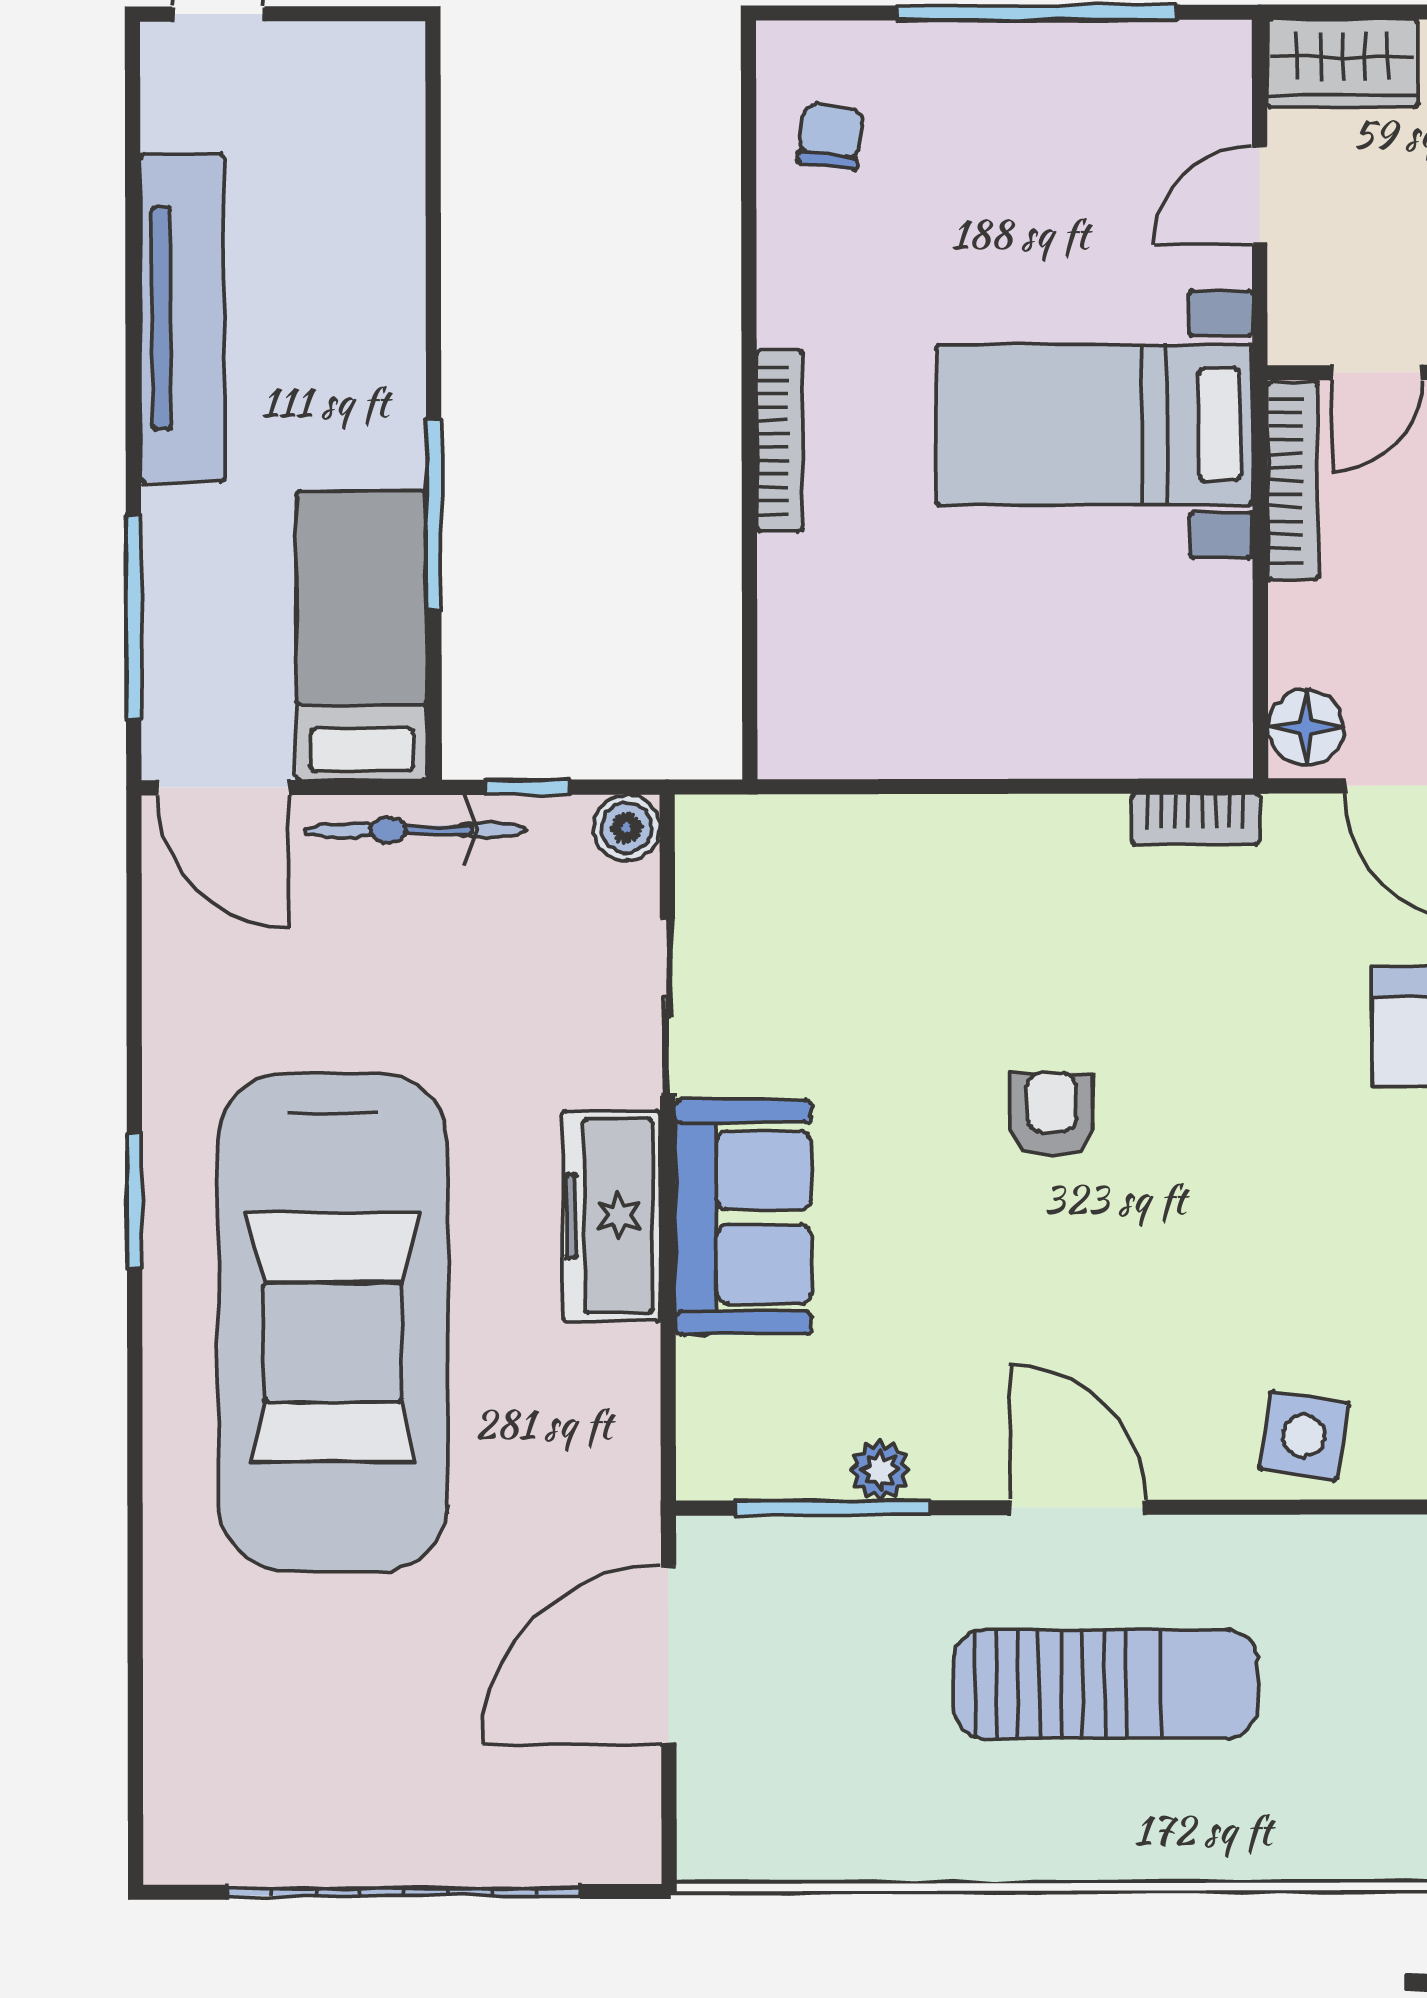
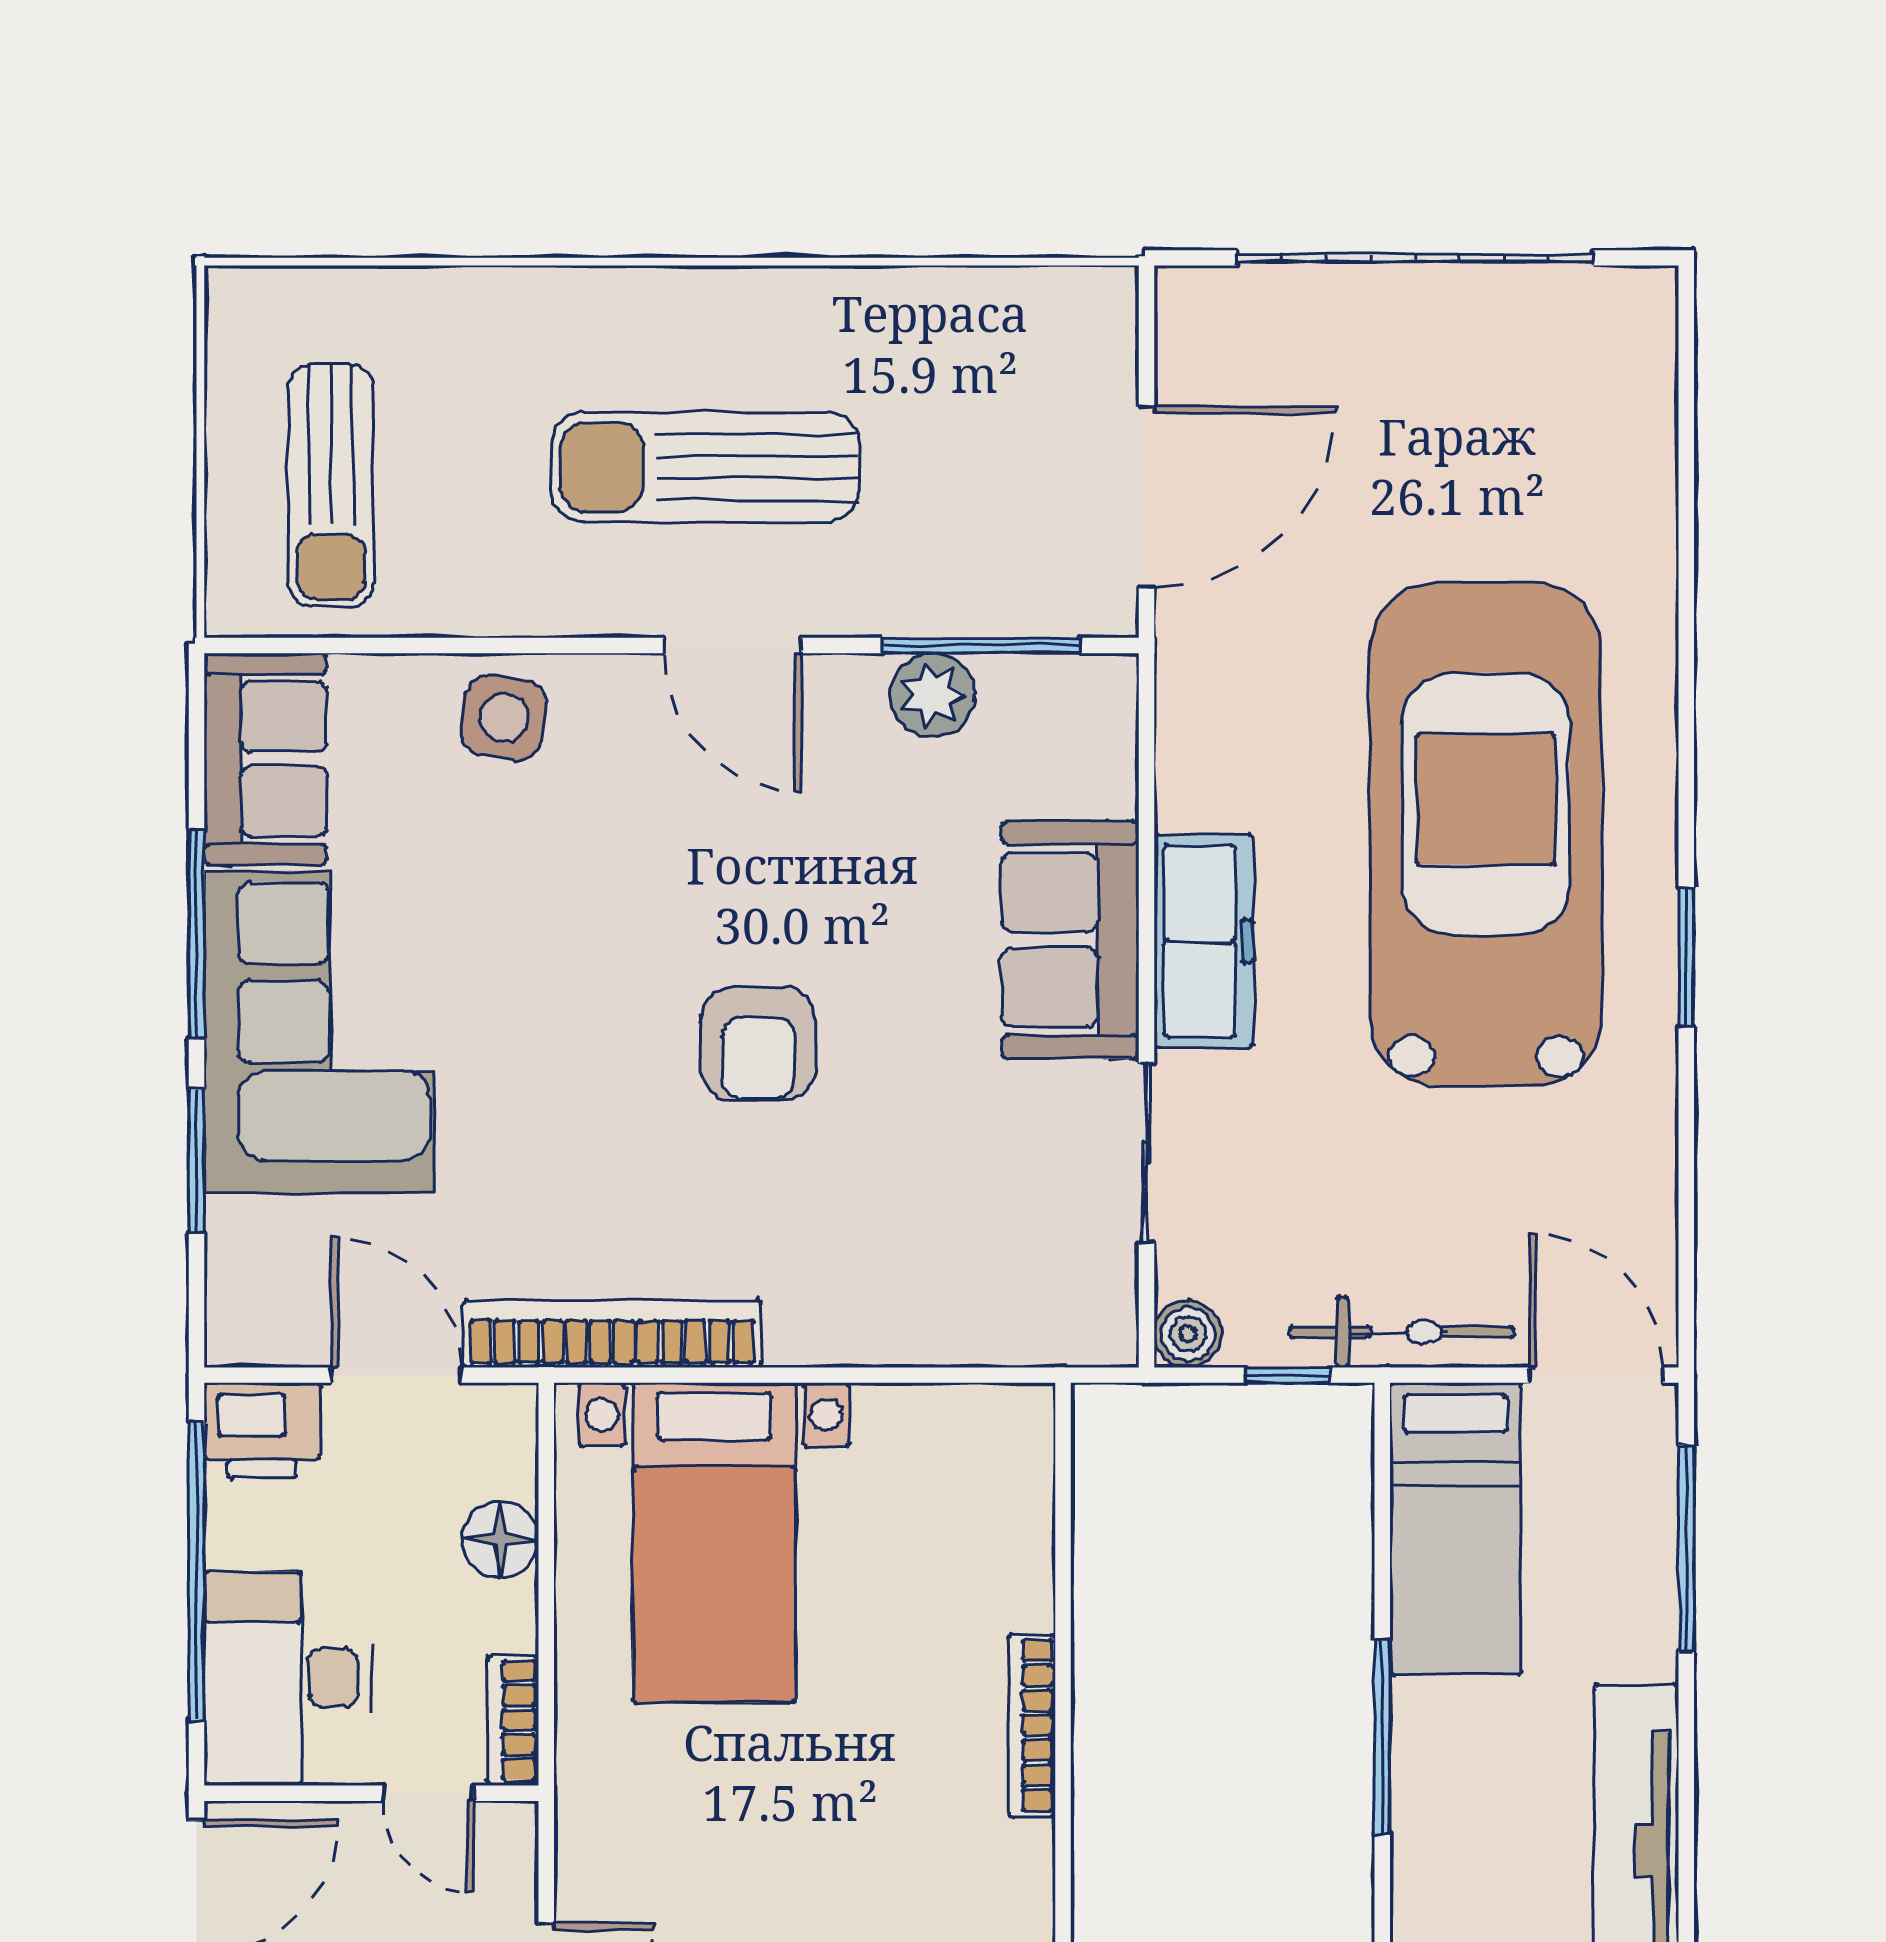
door: (1377, 373) -> (428, 1793), swing flipped
bed with nightstands: (1094, 424) -> (714, 1543), moved, turned 90
bookcase: (1293, 481) -> (513, 1720), width x0.64
window: (434, 515) -> (1382, 1737), moved
floor lamp: (1306, 727) -> (500, 1540), moved
bookcase: (1196, 819) -> (612, 1334), width x2.31, depth x1.31
armchair: (1052, 1114) -> (758, 1044), width x1.38, depth x1.38
plant: (880, 1470) -> (932, 695), width x1.38, depth x1.38

